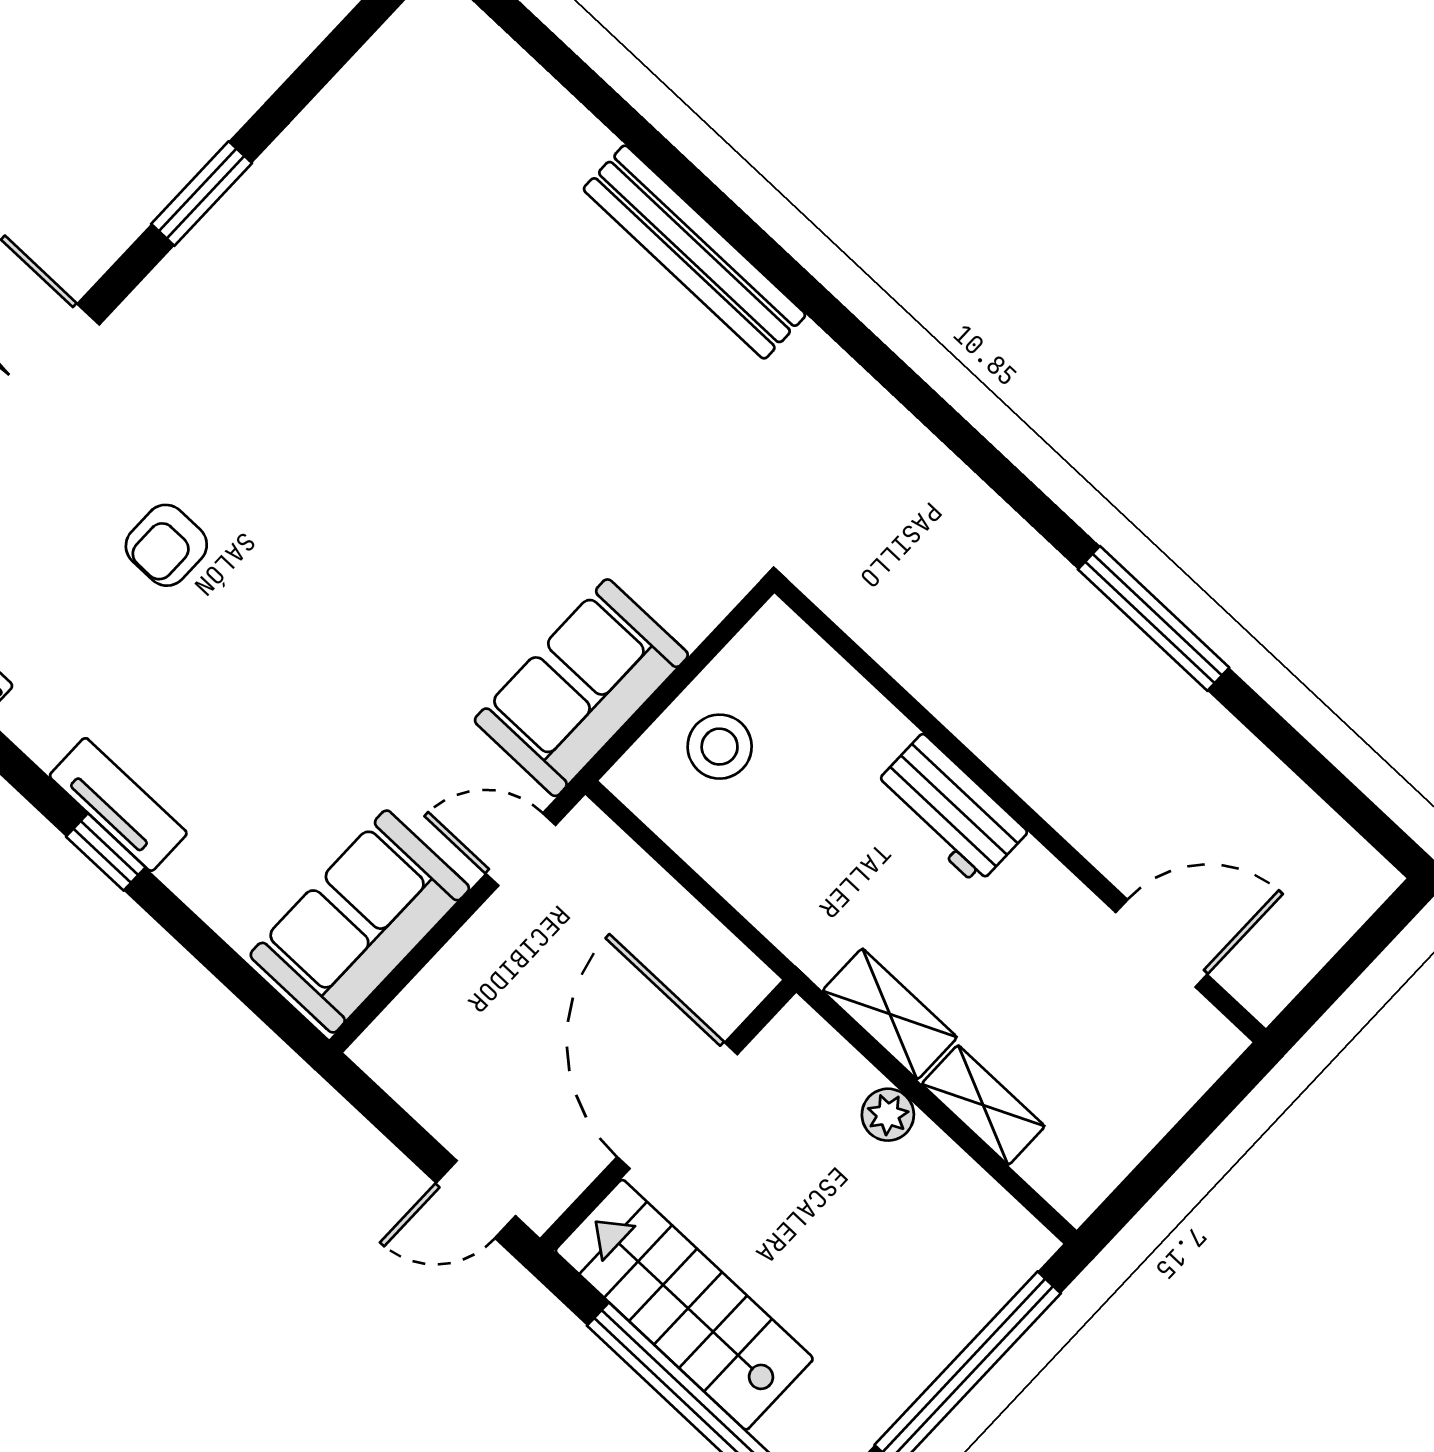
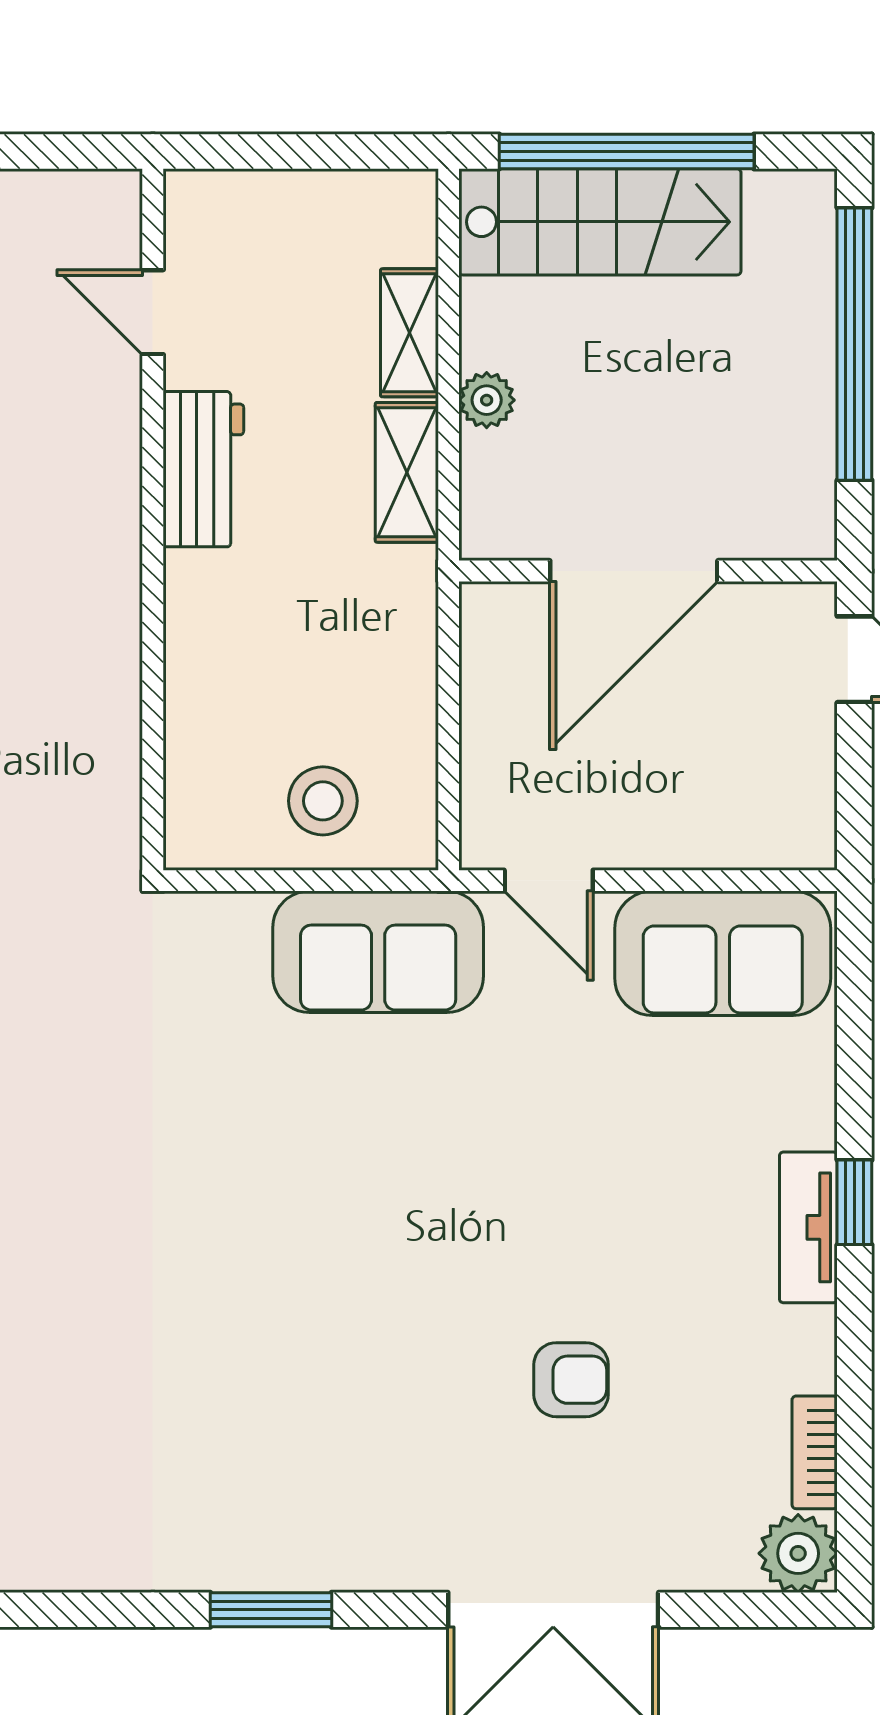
workbench: (950, 810) -> (203, 469), moved
door: (1161, 943) -> (153, 312), width x0.73
stairs: (684, 1305) -> (600, 222), moved, turned -90

